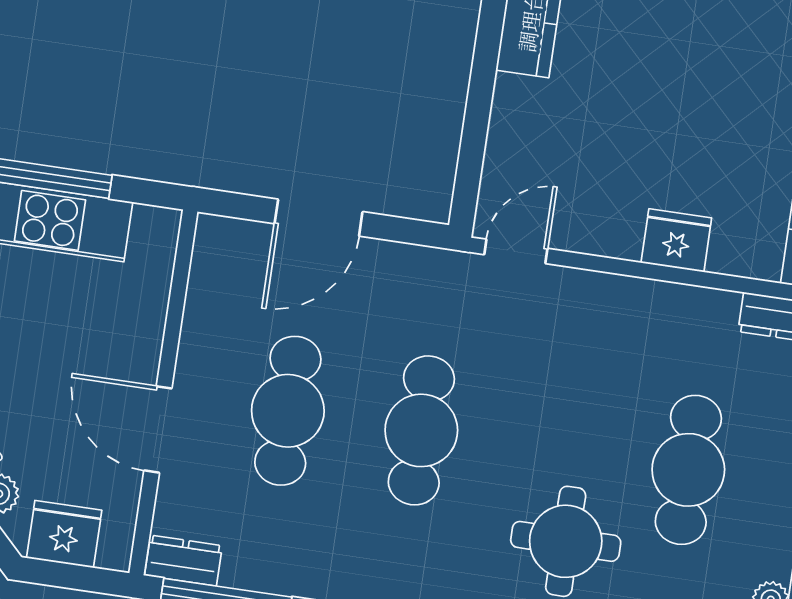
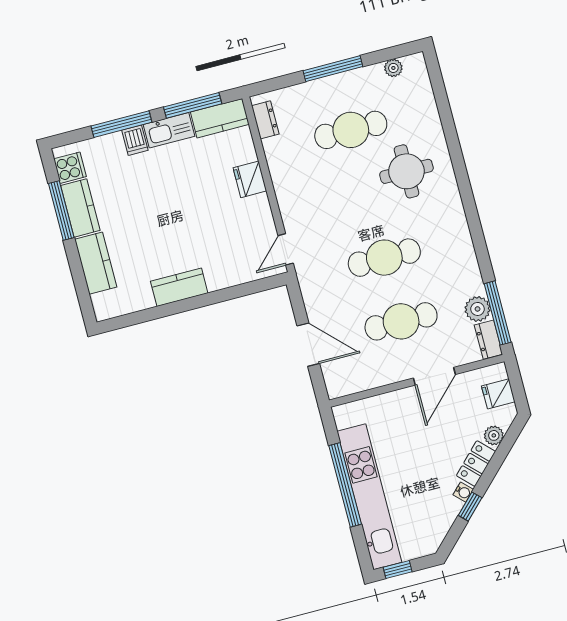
door: (516, 251) -> (286, 249), hinge flipped
fridge: (64, 534) -> (498, 394), width x0.72
plant: (250, 565) -> (478, 309), added

